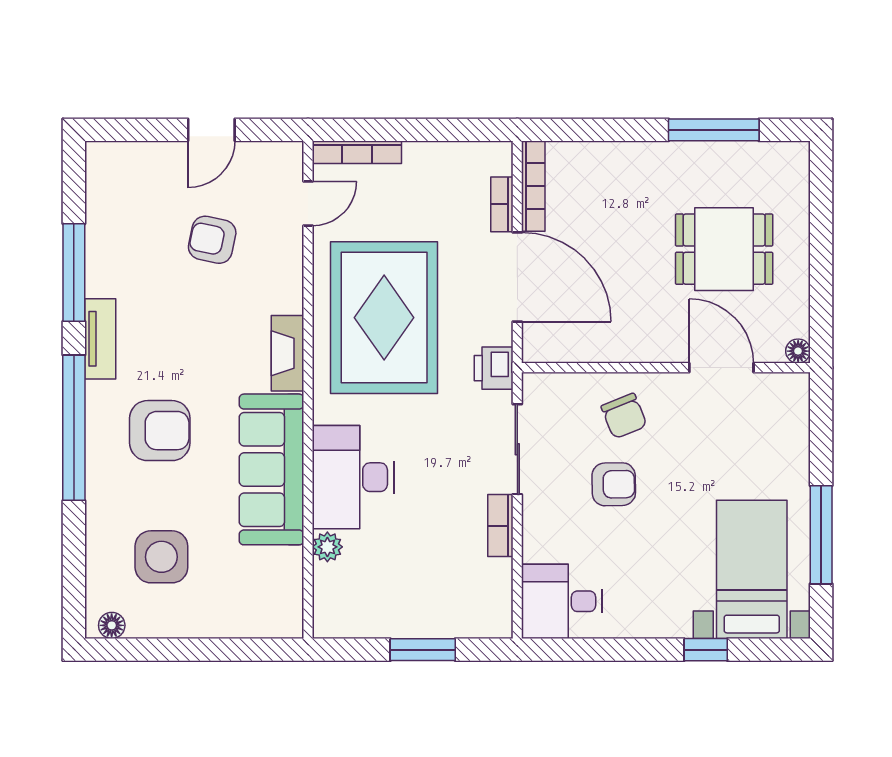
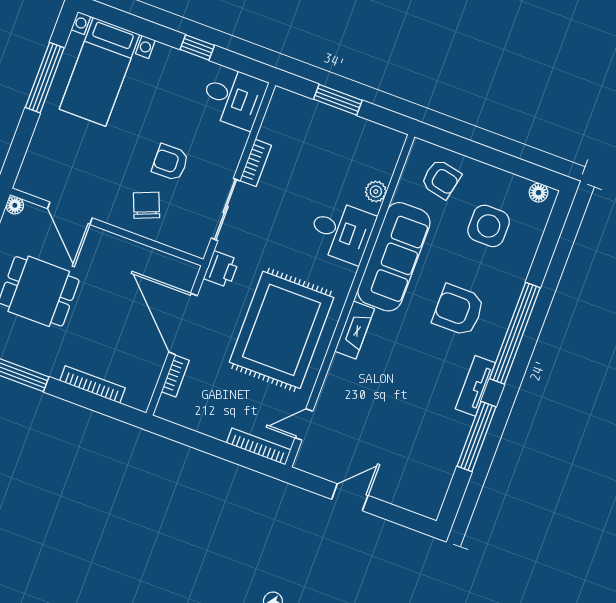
bookcase: (533, 186) -> (92, 384), moved, turned 90
armchair: (212, 240) -> (441, 179), moved
desk: (353, 477) -> (342, 231), width x0.73
window: (706, 650) -> (197, 47), moved

